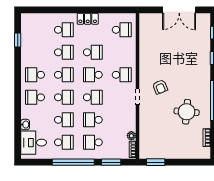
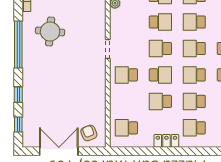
armchair: (160, 87) -> (89, 133), moved

